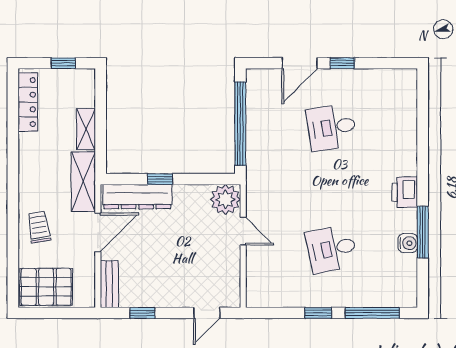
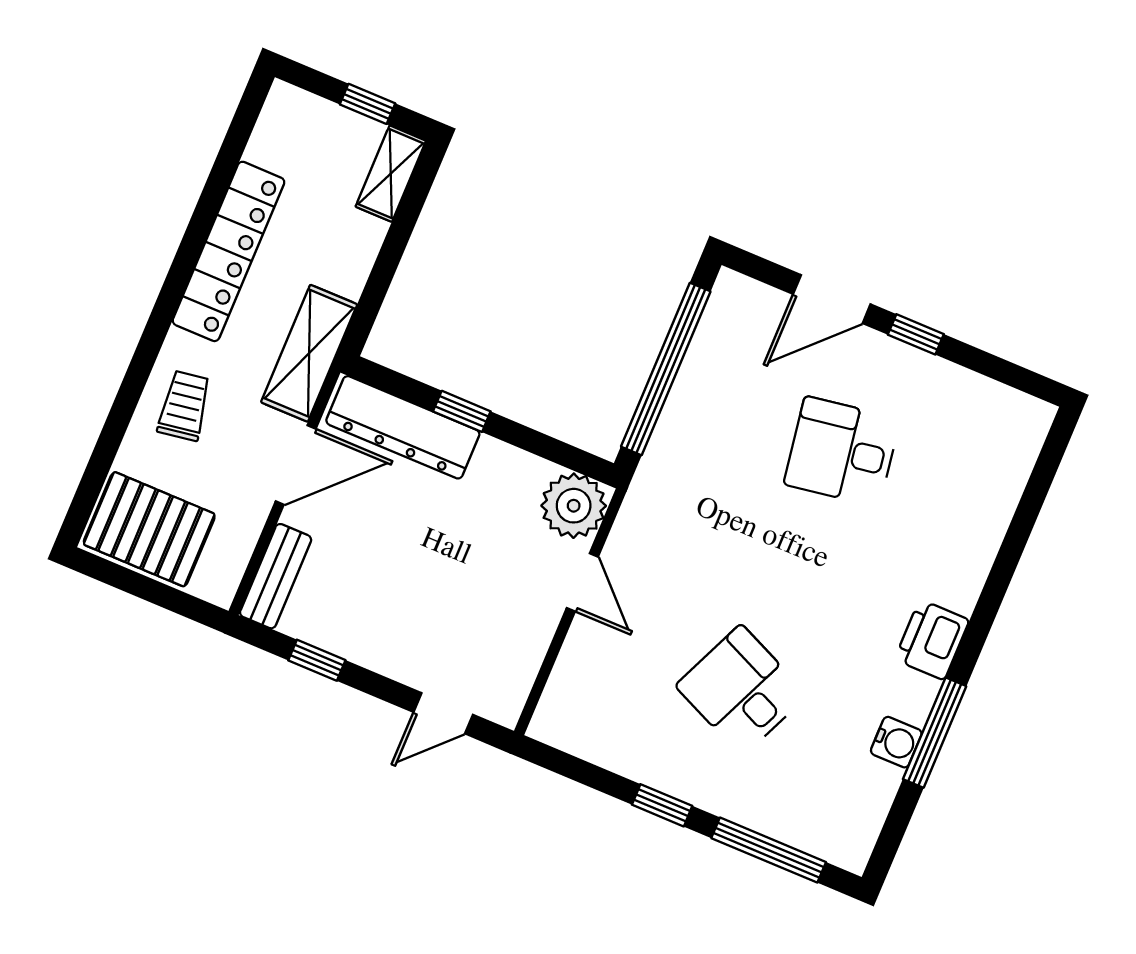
locker: (28, 102) -> (229, 251), moved, width x1.41, depth x1.21
shelving: (86, 129) -> (391, 174), moved
desk: (332, 249) -> (741, 690), turned 36

